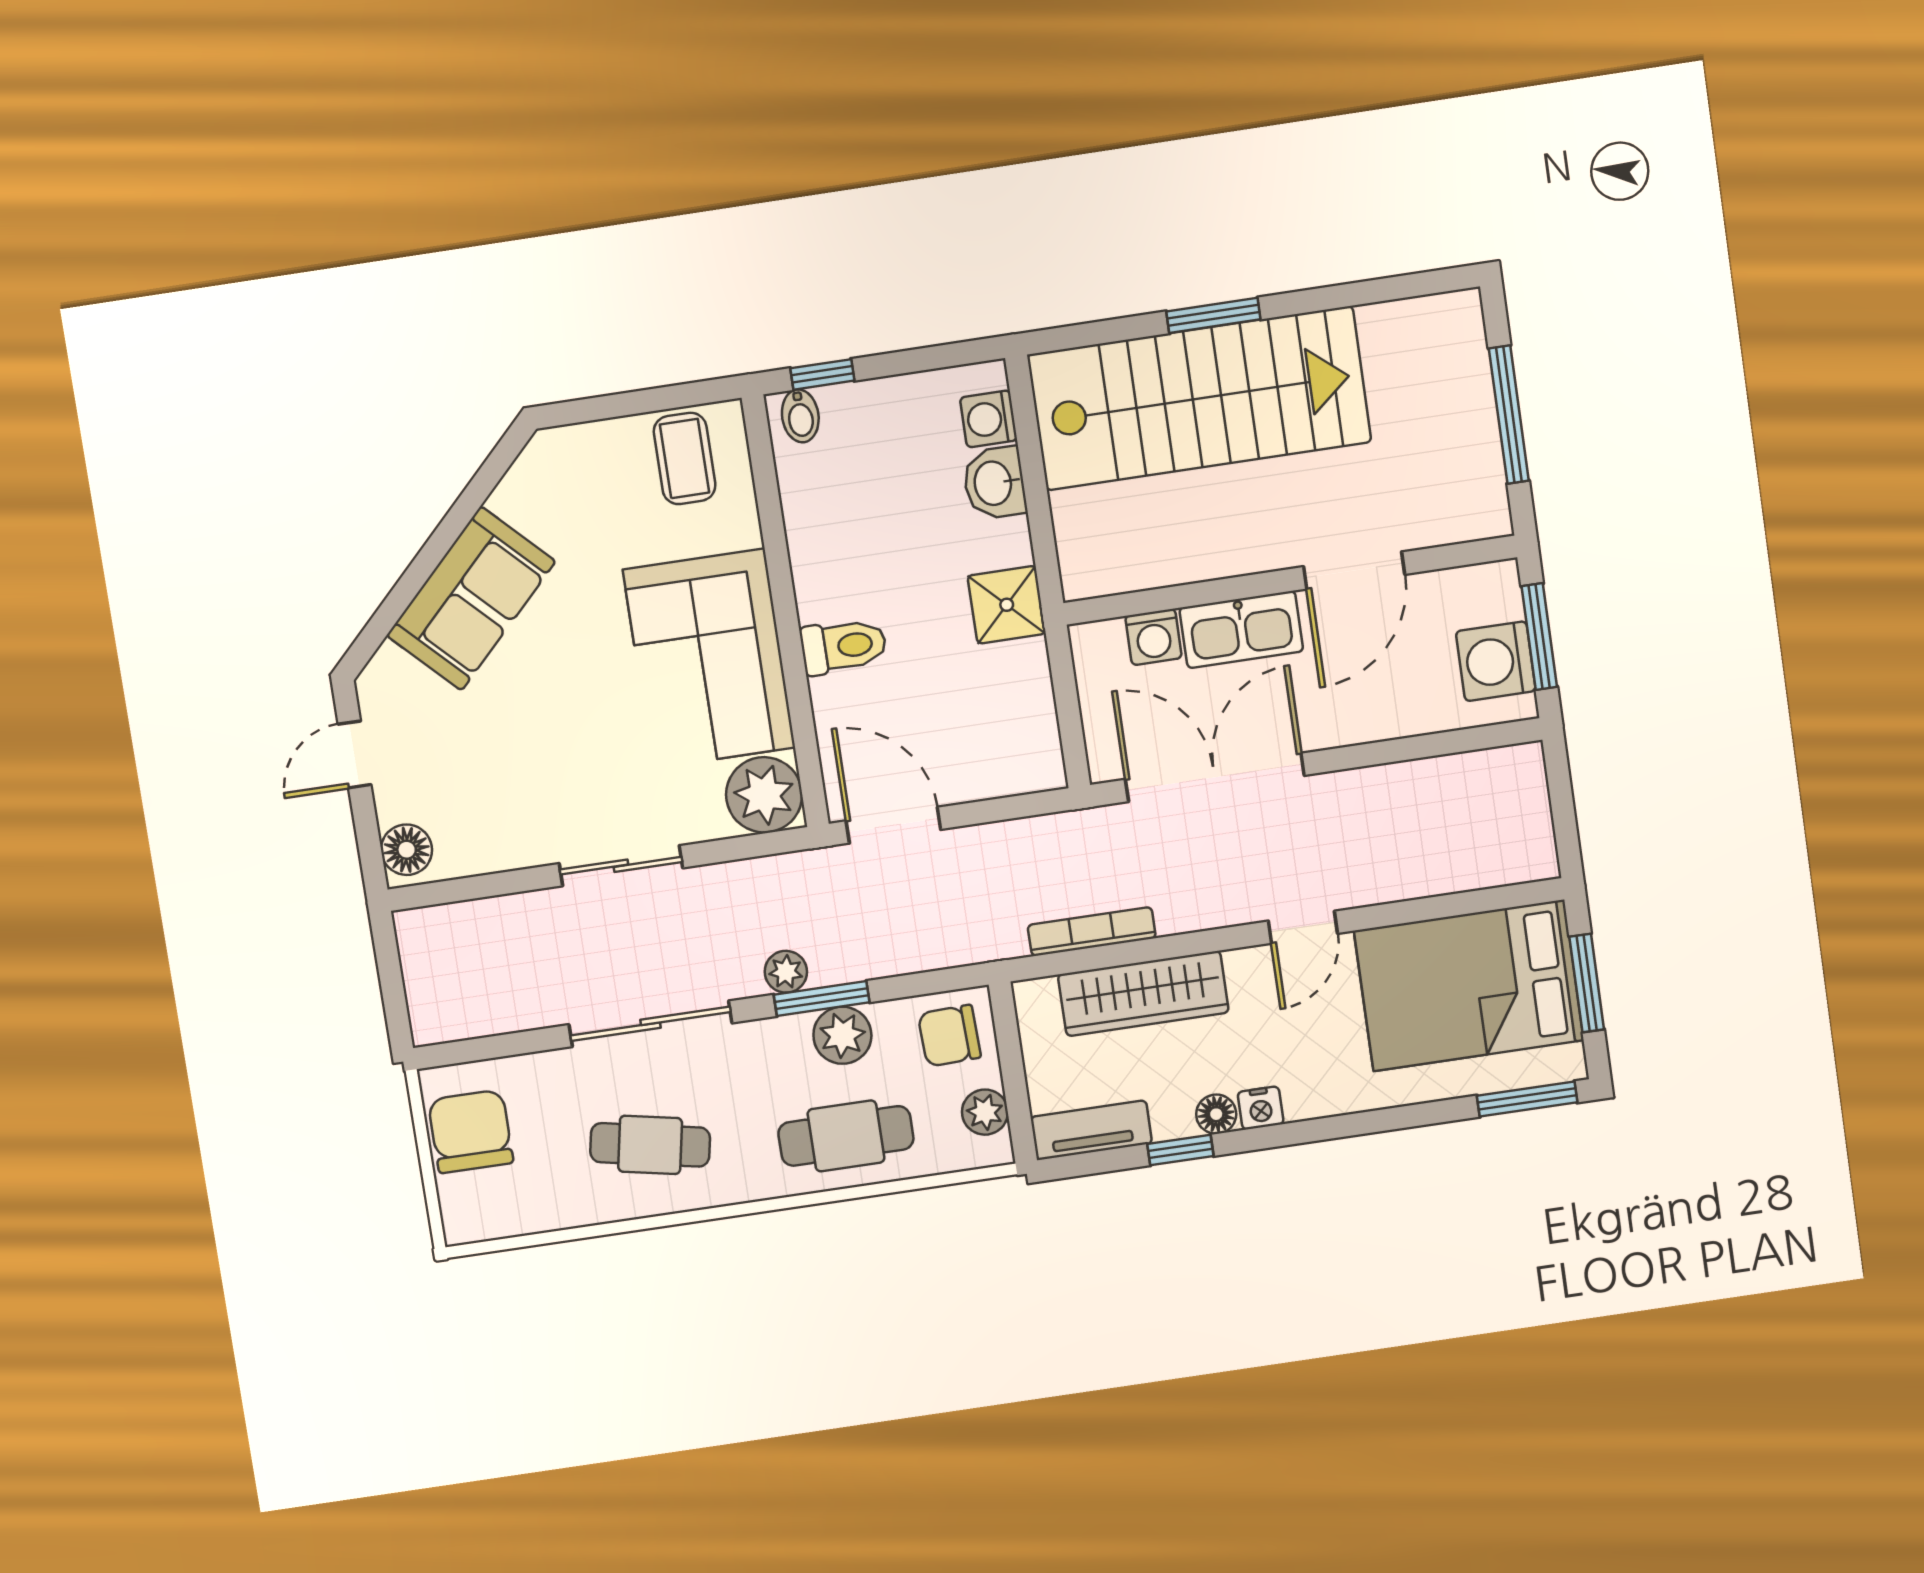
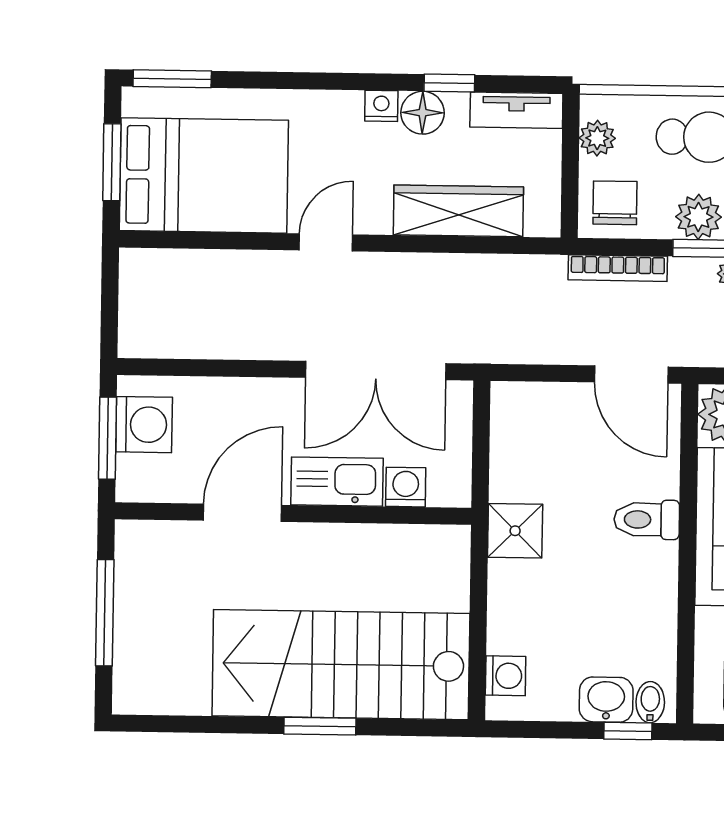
washbasin: (994, 483) -> (606, 700), moved, turned -90
bookcase: (1092, 932) -> (618, 268), moved
chair: (949, 1036) -> (615, 203), turned -88
floor lamp: (1216, 1114) -> (423, 113), width x1.37, depth x1.37

